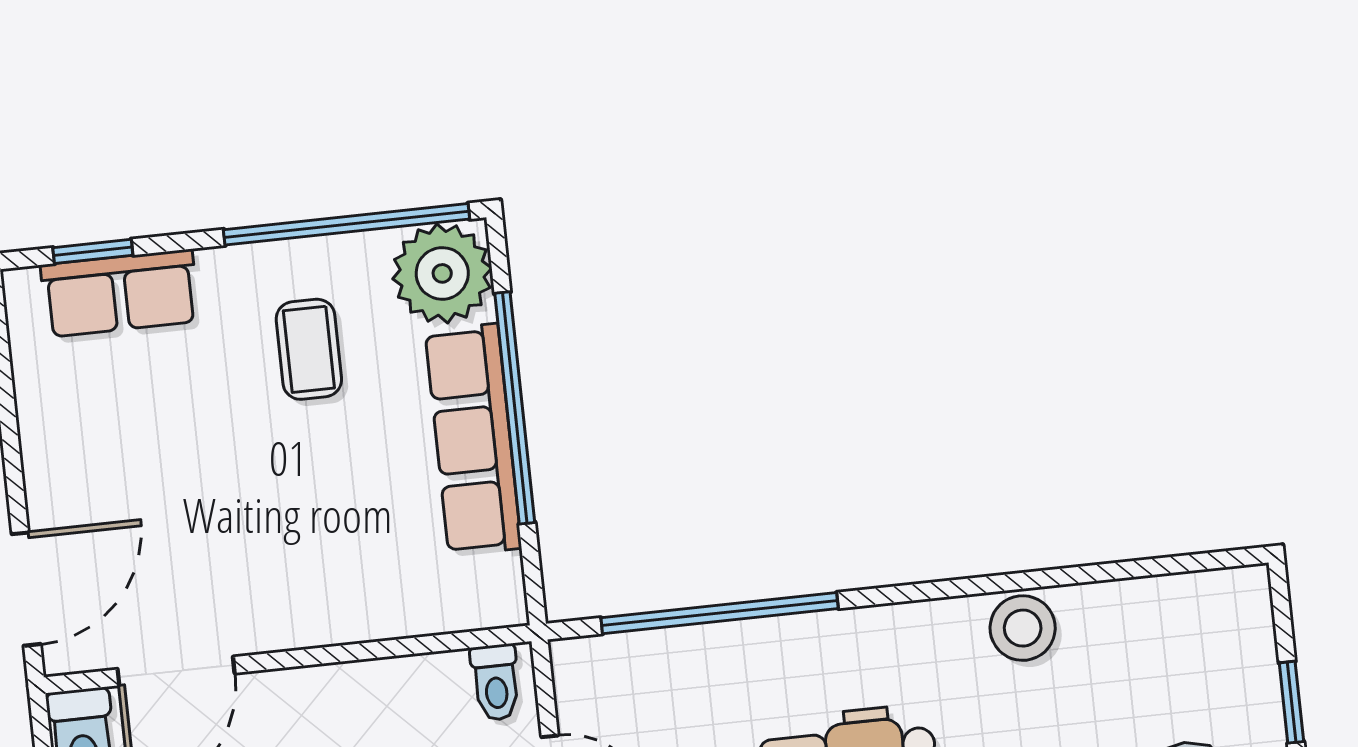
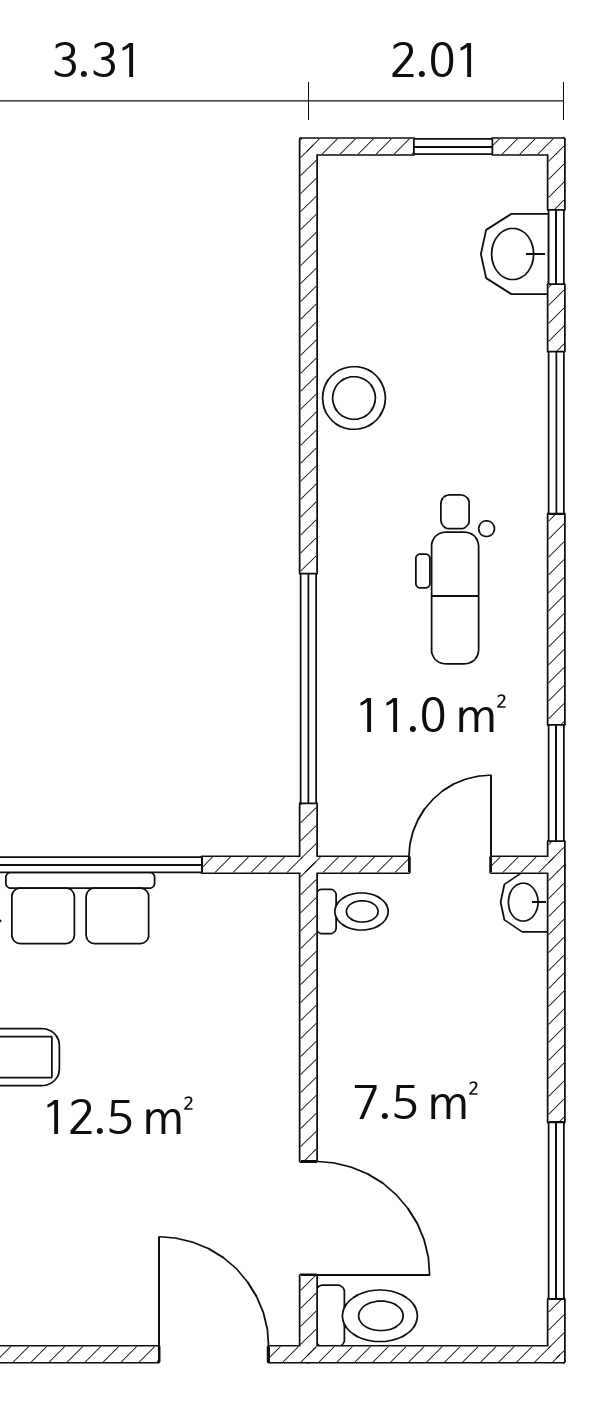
row of seats: (473, 440) -> (80, 908), width x0.68

